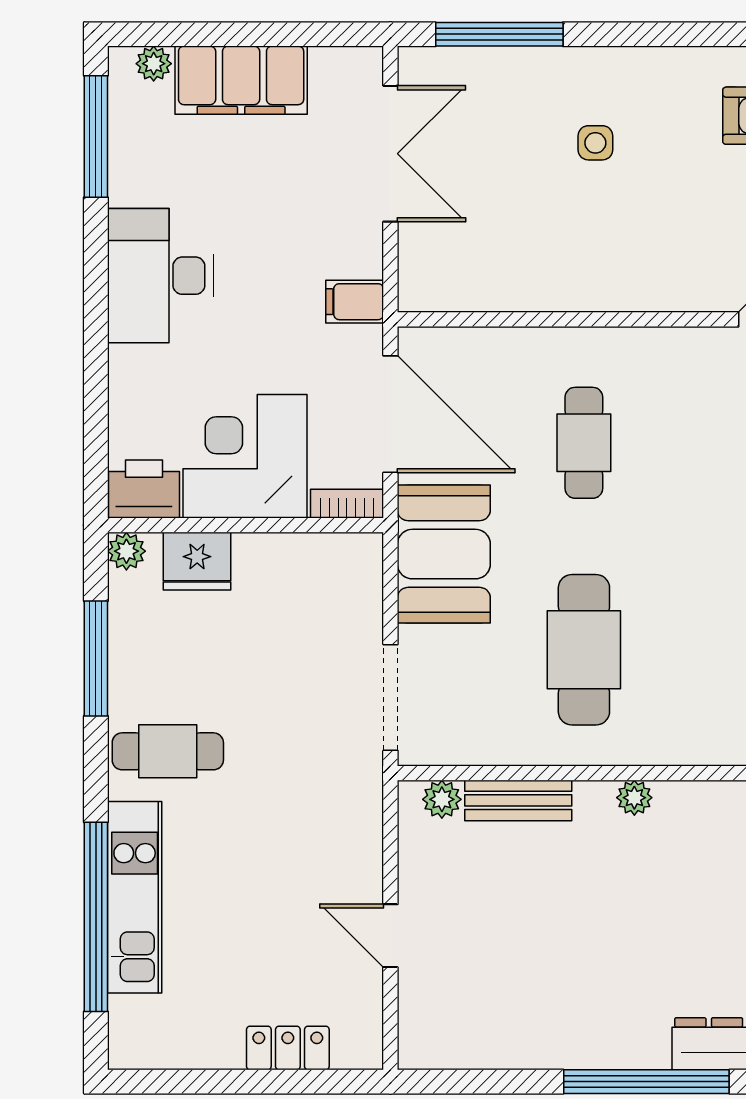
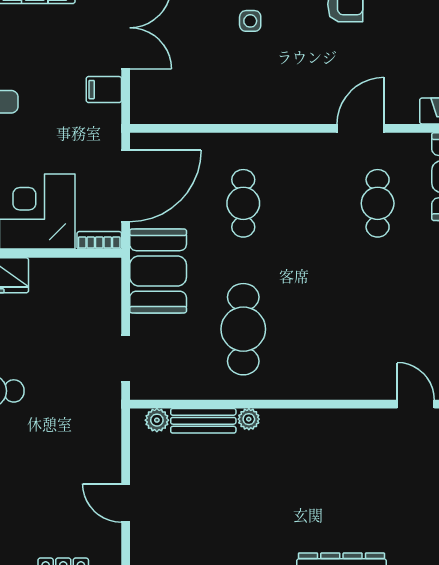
filing cabinet: (355, 302) -> (104, 90), moved
door: (390, 414) -> (126, 186), hinge flipped
doorway: (390, 697) -> (126, 358), width x0.73
plant: (634, 798) -> (249, 419), moved

